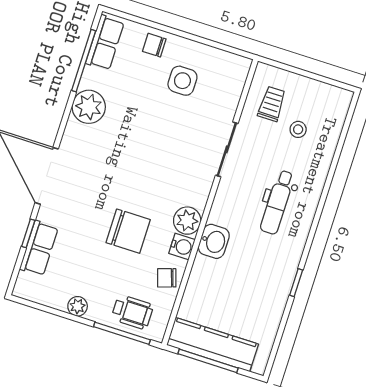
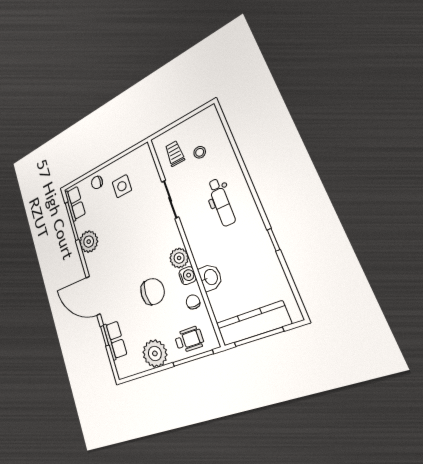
washbasin: (214, 241) -> (210, 277), moved
chair: (167, 278) -> (193, 302), turned 108
plant: (78, 306) -> (155, 353), width x1.88, depth x1.88

